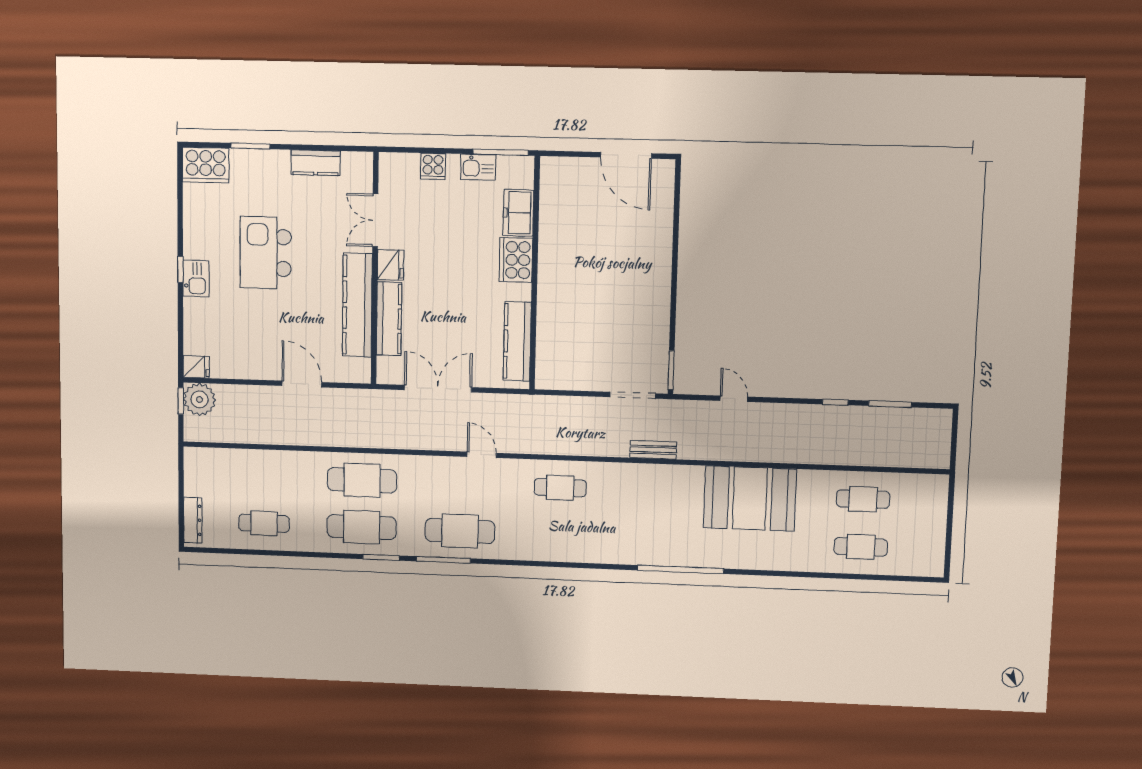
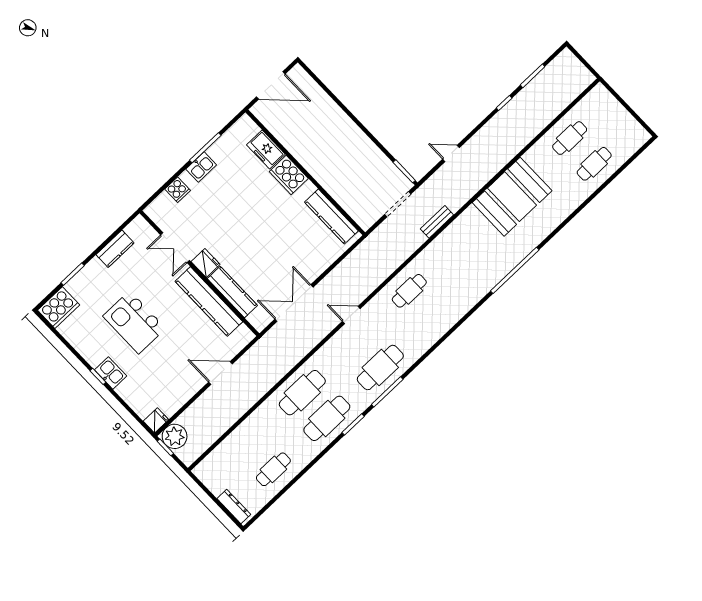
freezer: (518, 213) -> (266, 150), moved
cooker: (516, 260) -> (289, 175), moved
wall: (535, 274) -> (305, 172), moved
kitchen counter: (517, 341) -> (331, 217), moved

